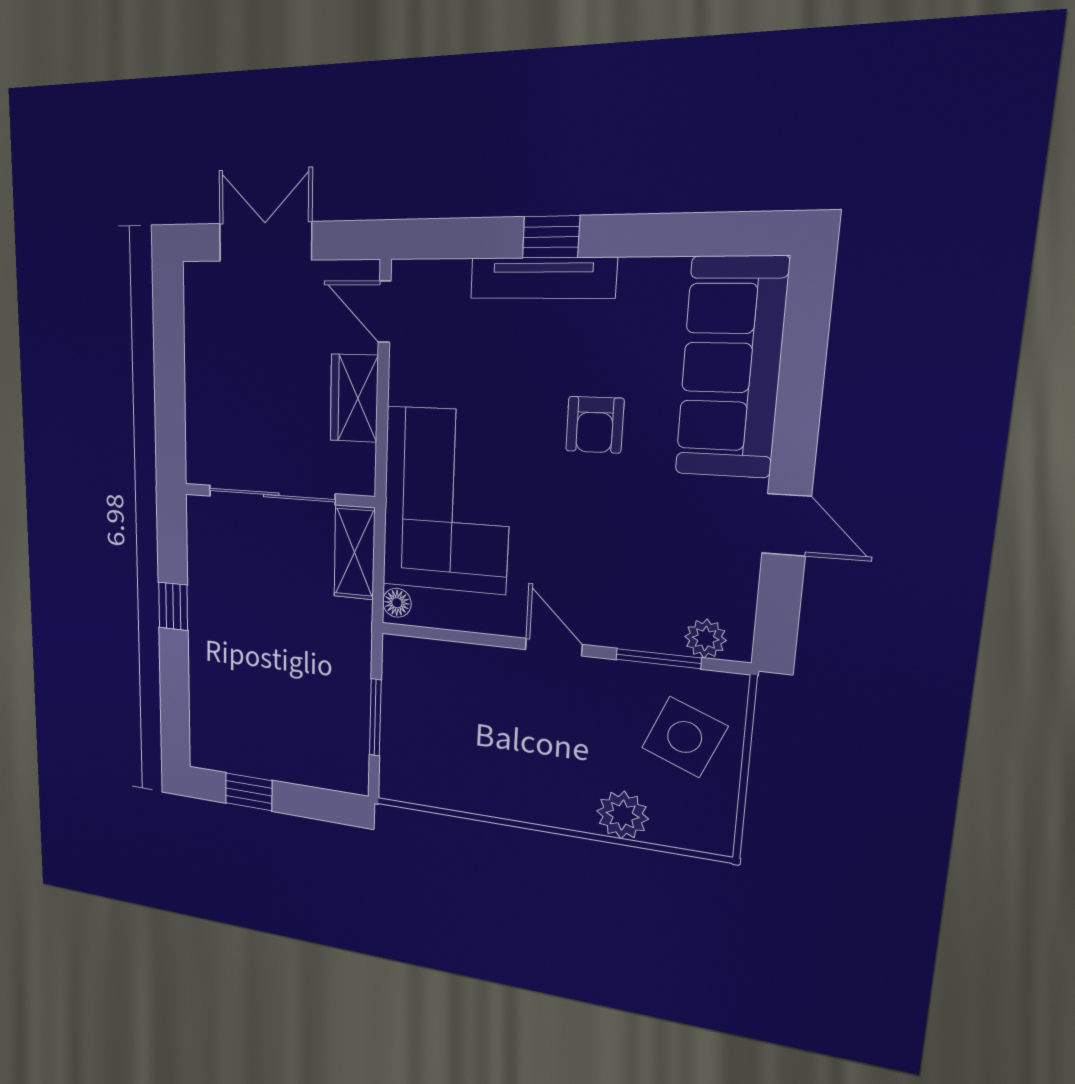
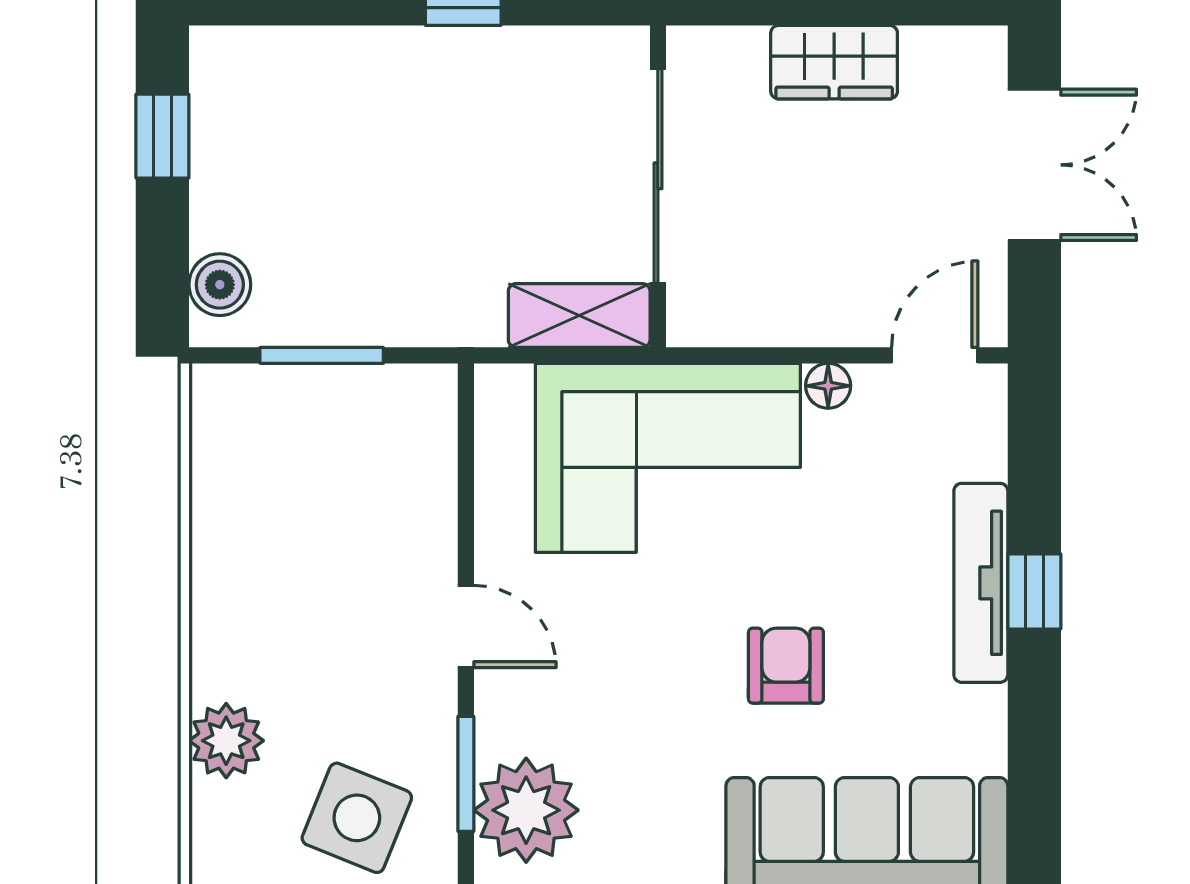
wardrobe: (354, 398) -> (834, 62), moved, turned 180
armchair: (595, 425) -> (786, 666), turned 90
floor lamp: (397, 603) -> (828, 386), moved
plant: (706, 639) -> (526, 810), width x1.88, depth x1.88
door: (554, 647) -> (466, 626), hinge flipped
boiler: (332, 772) -> (220, 285), added

